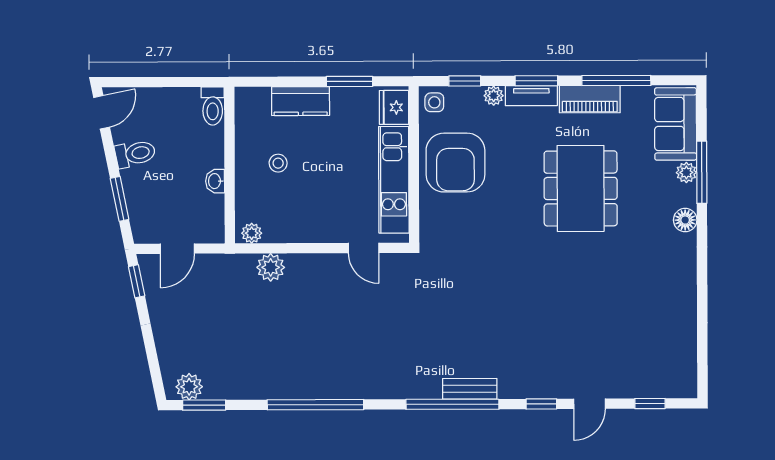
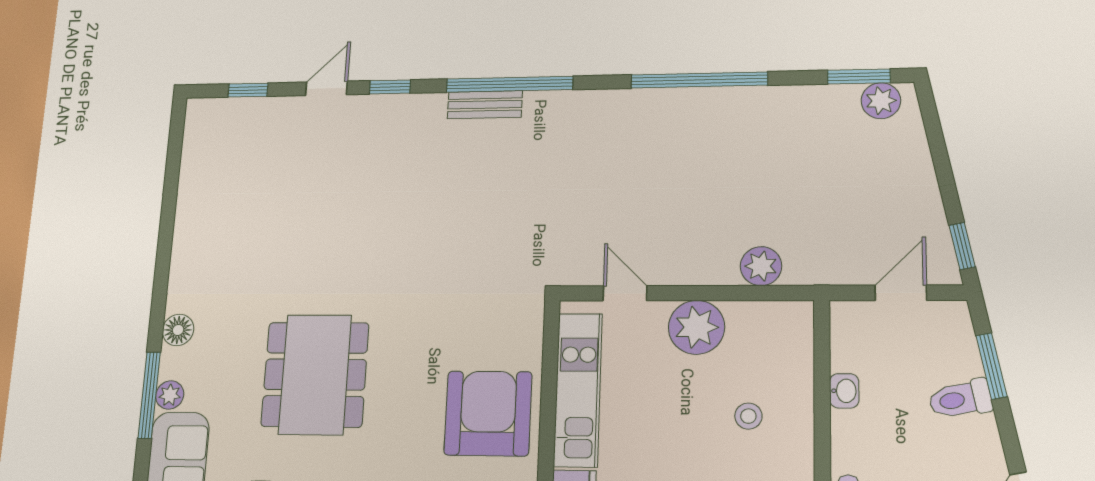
toilet: (135, 154) -> (960, 399), moved
plant: (252, 233) -> (696, 327), moved, width x1.88, depth x1.88

